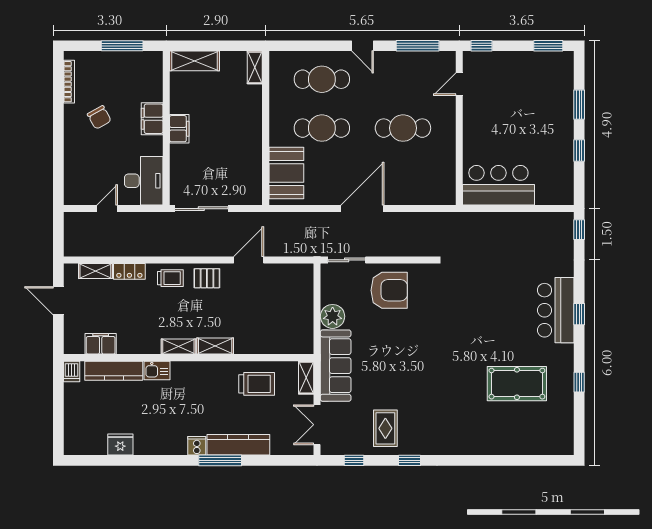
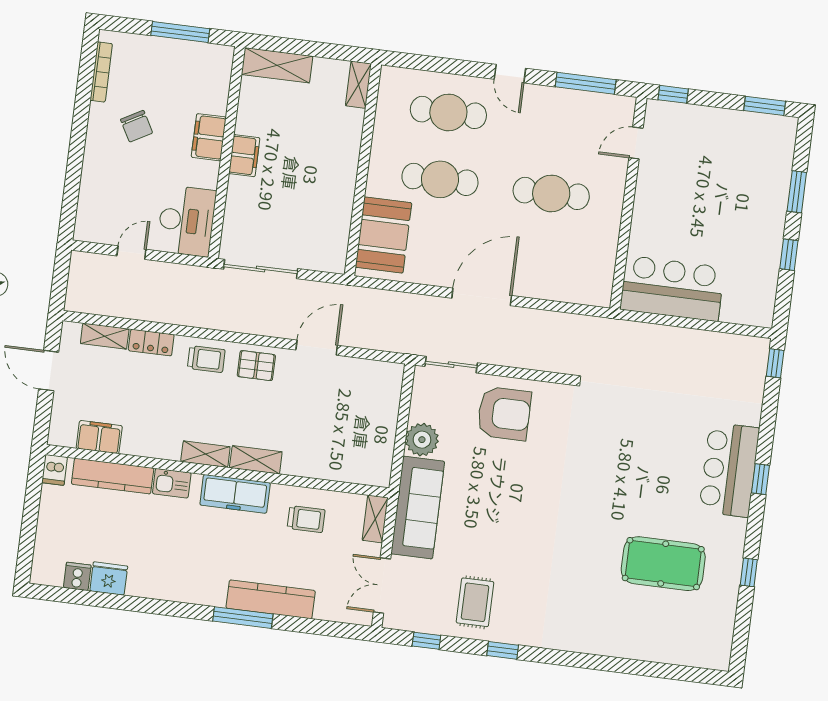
freezer: (203, 372) -> (235, 494), added
trolley: (257, 384) -> (306, 519), width x0.73, depth x0.72
cooker: (197, 446) -> (77, 576), moved

